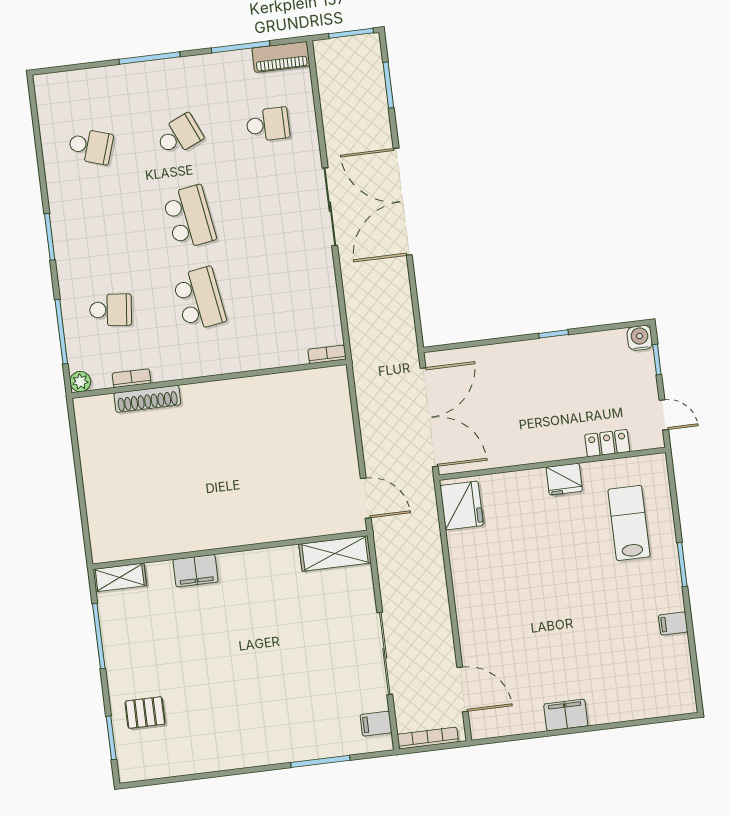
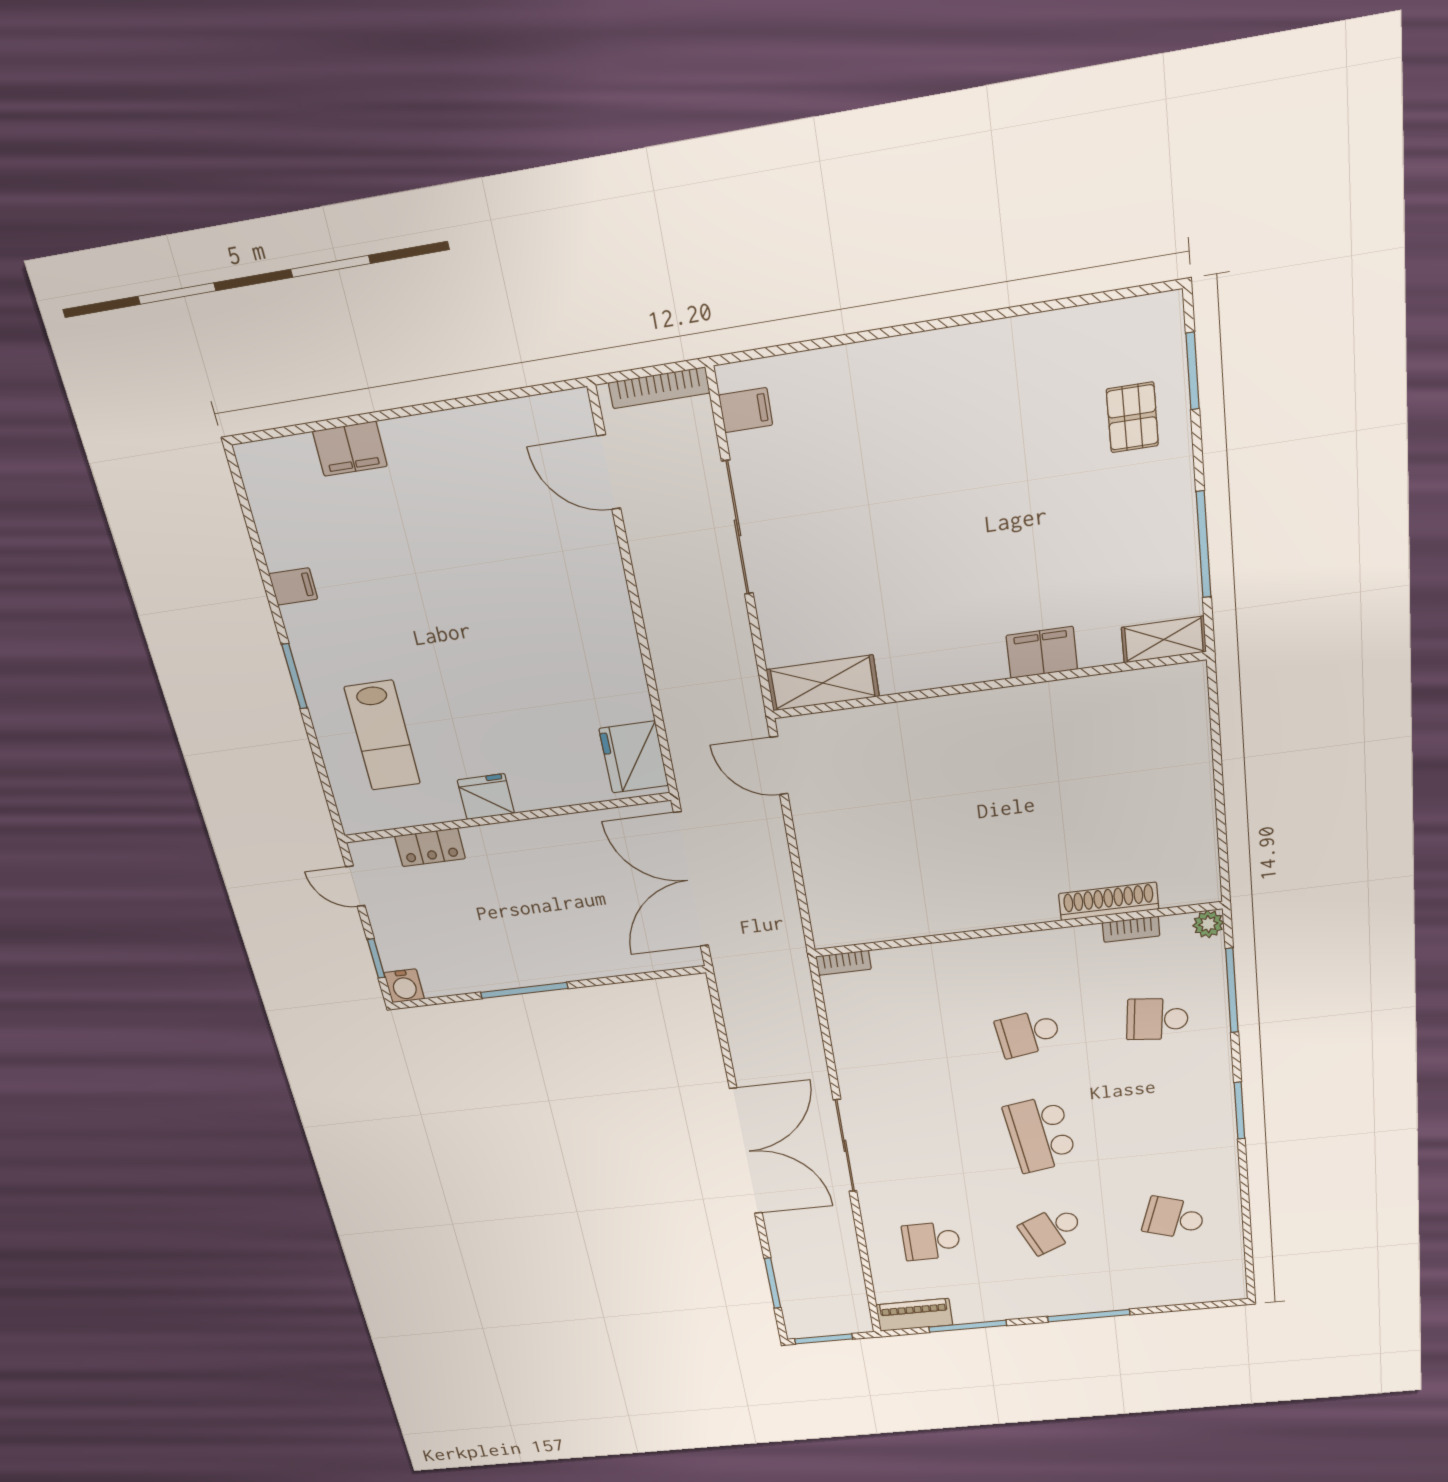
school desk: (199, 299) -> (1028, 1033), width x0.54
window: (554, 334) -> (524, 990), width x2.17
pallet: (145, 713) -> (1132, 417), turned 90
filing cabinet: (566, 715) -> (350, 449), moved
window: (320, 761) -> (836, 341), removed

